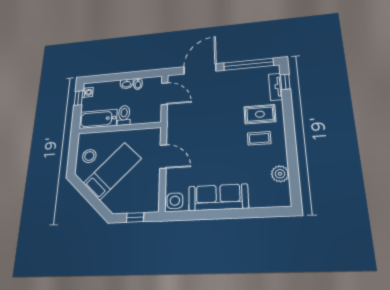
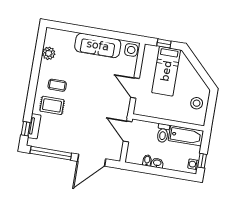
door: (165, 94) -> (128, 132), moved
bed: (112, 171) -> (166, 71), moved, turned -45

